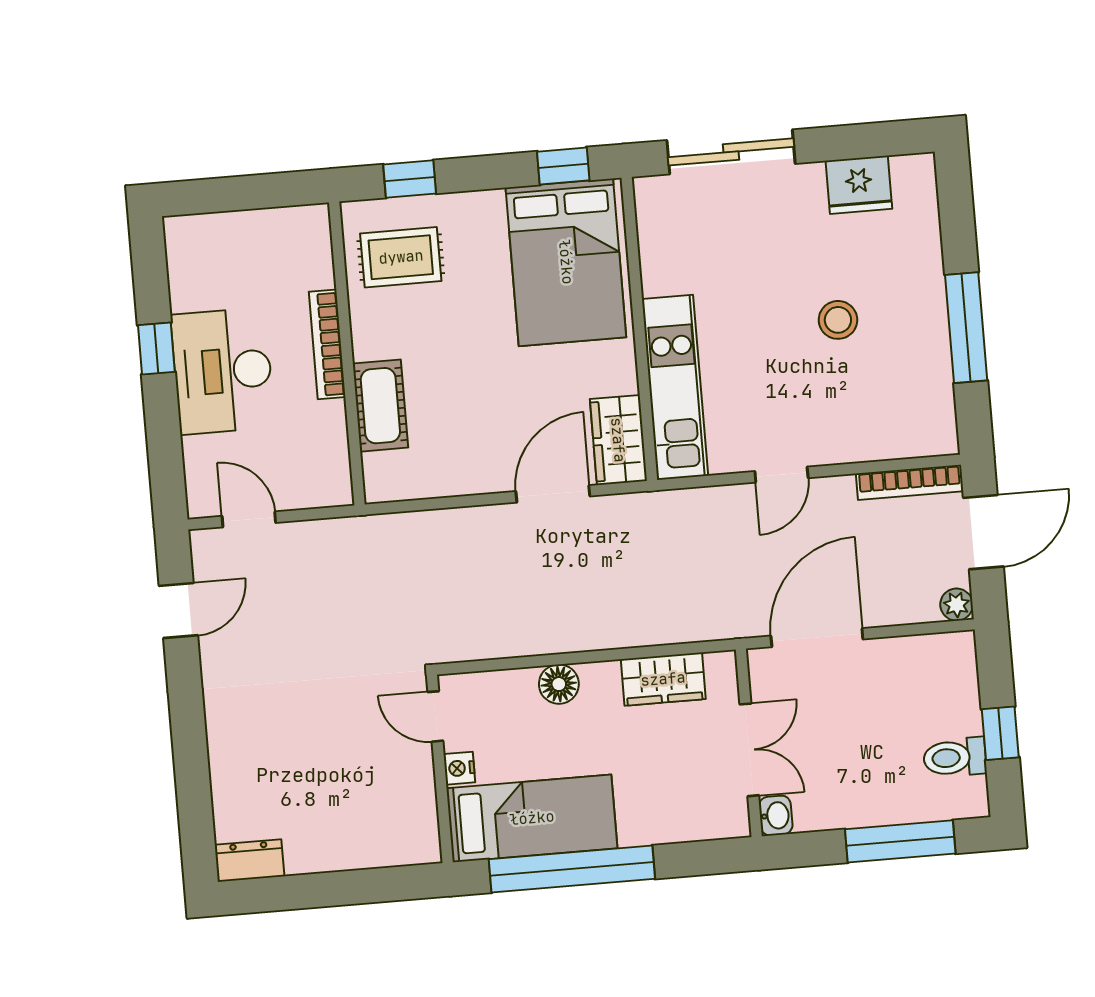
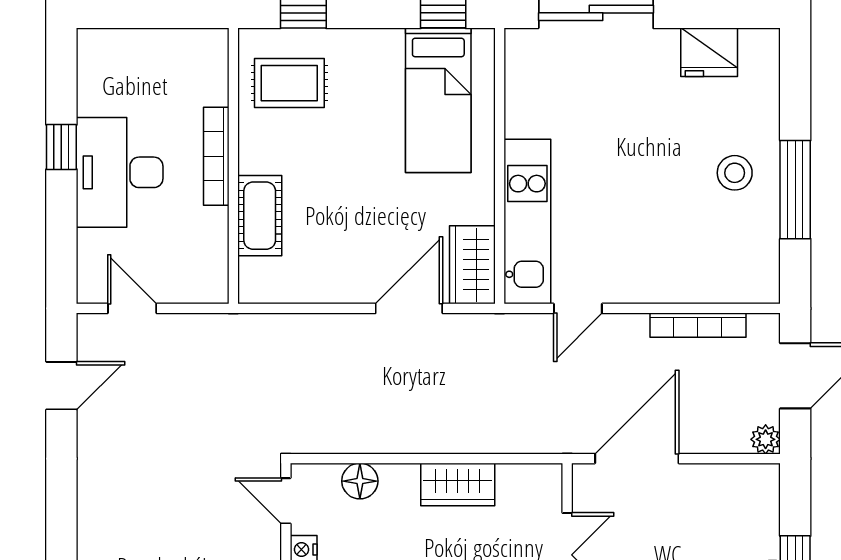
bed: (566, 262) -> (438, 100), width x0.67
stool: (838, 320) -> (735, 173), moved
door: (781, 475) -> (578, 308), moved
bookcase: (910, 482) -> (698, 325), moved
wardrobe: (663, 679) -> (458, 484), moved
floor lamp: (559, 684) -> (360, 481), moved

